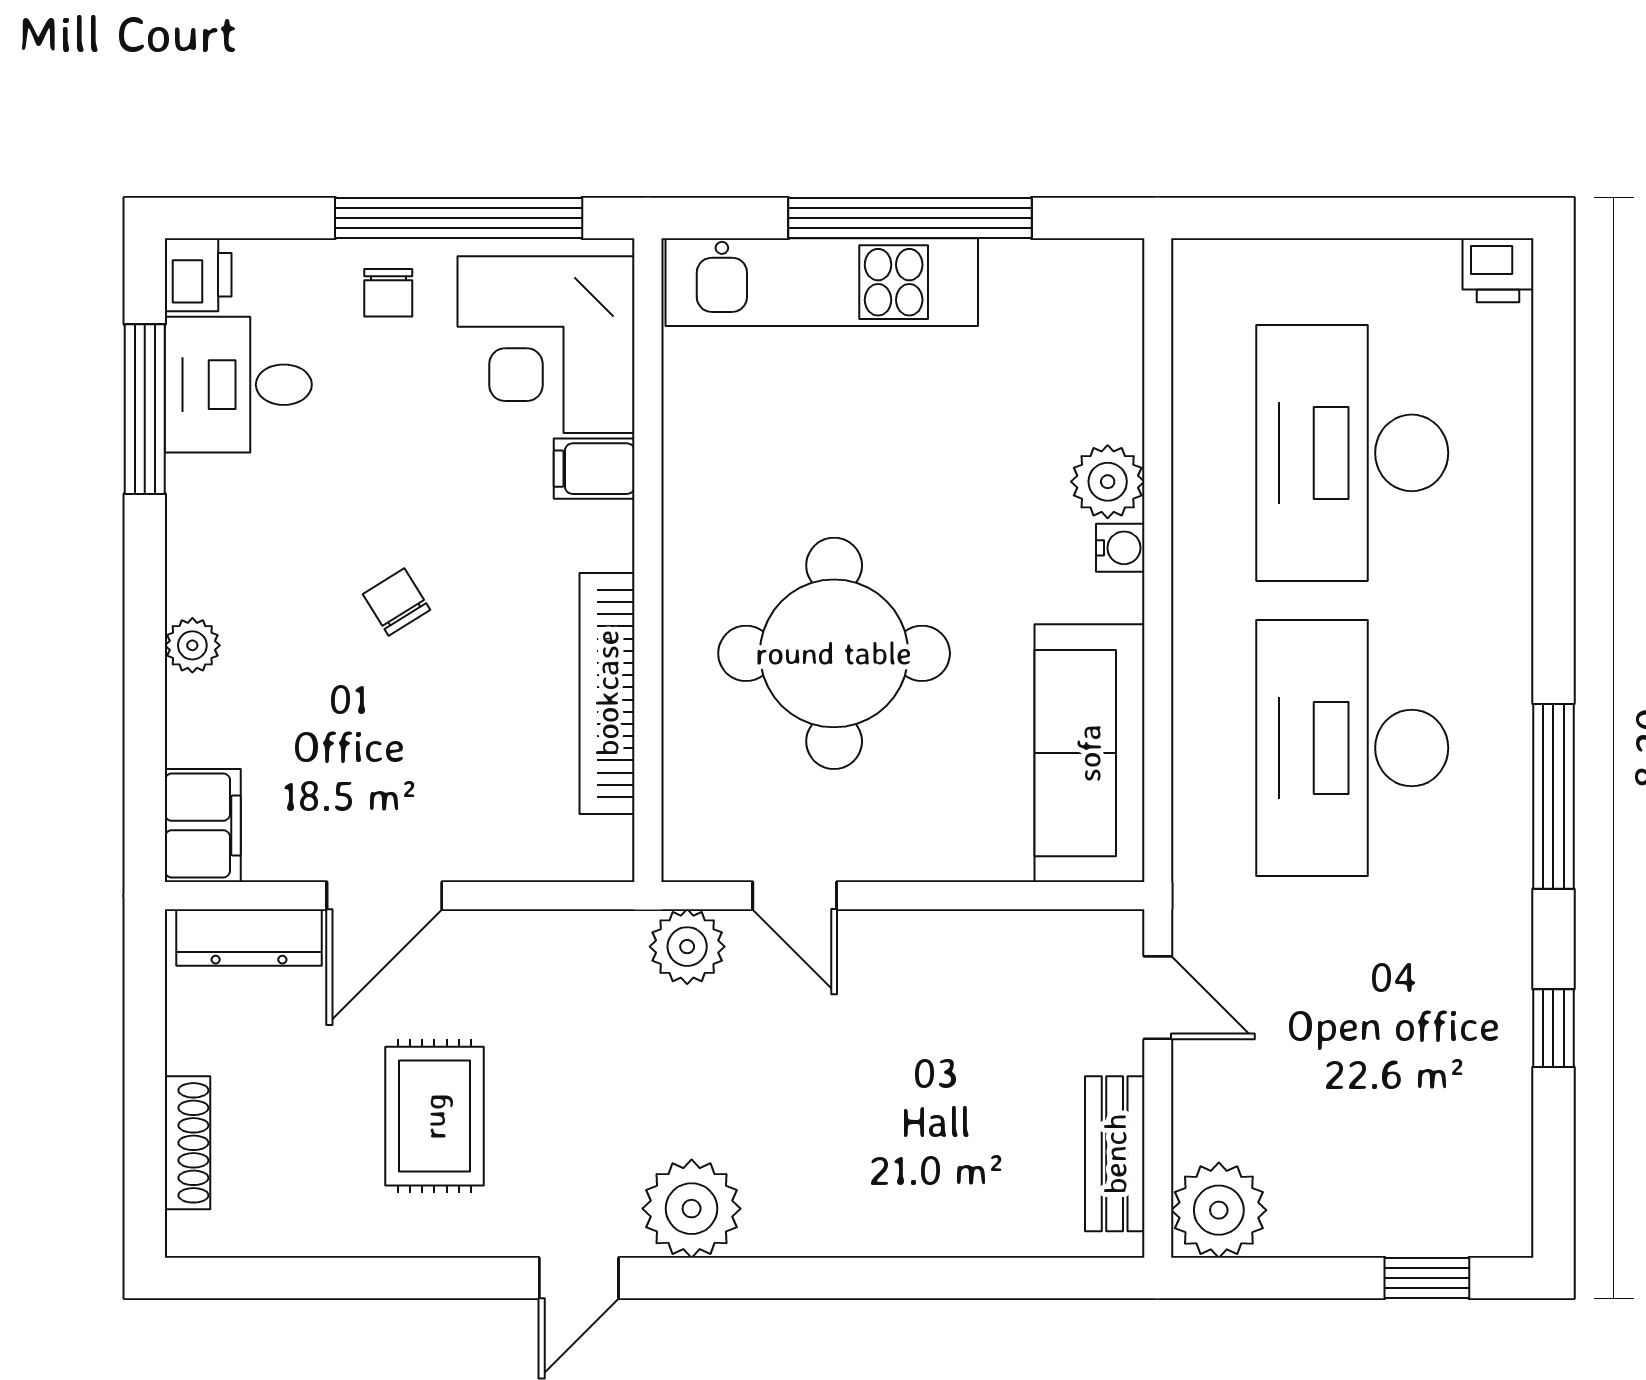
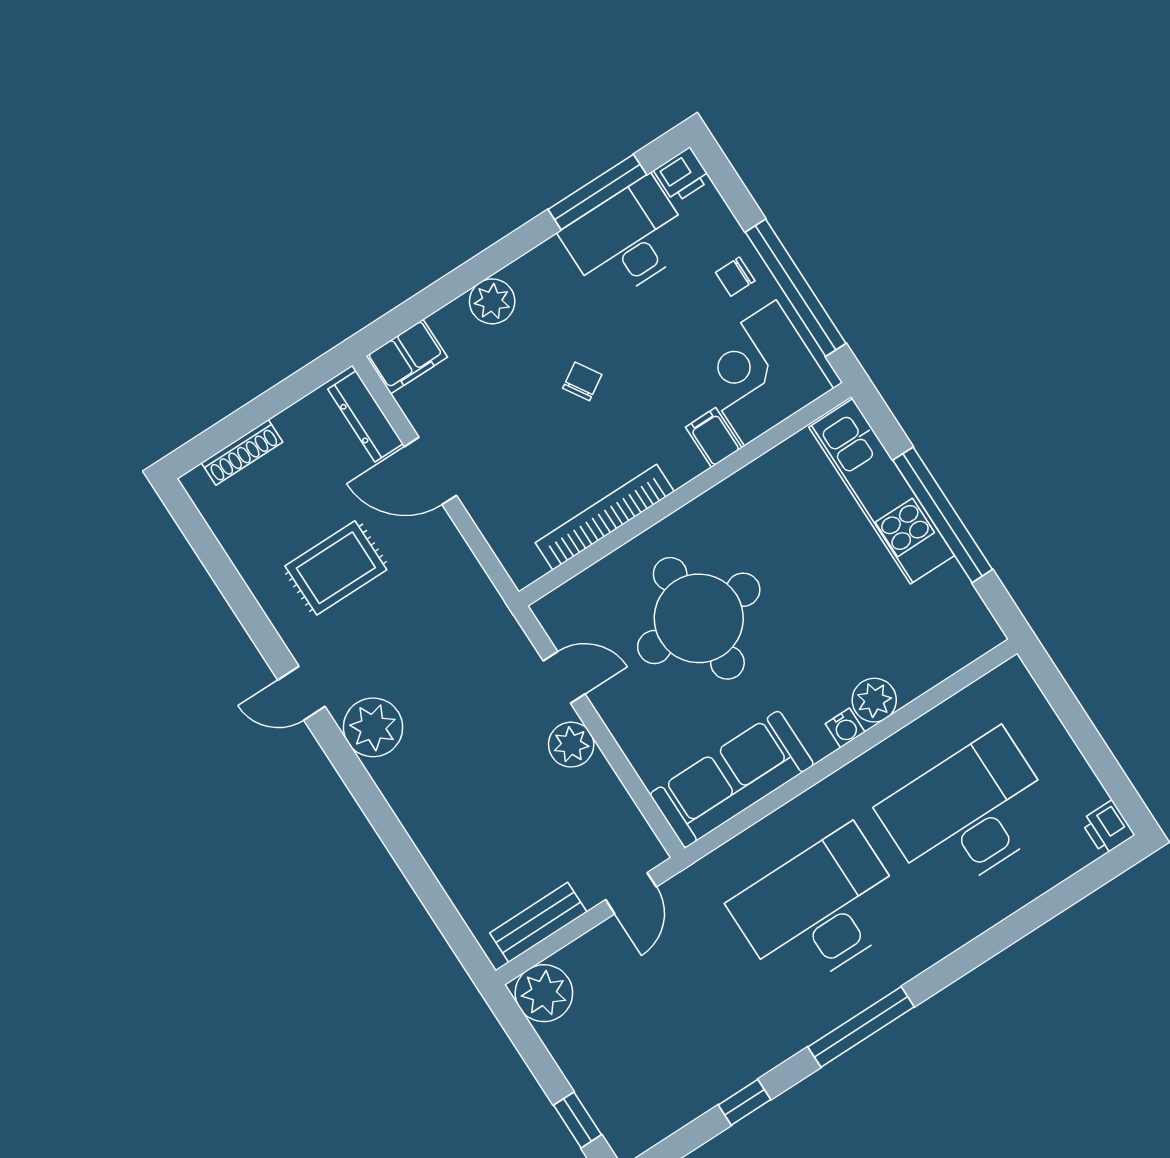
desk: (238, 385) -> (627, 239), width x1.37
plant: (192, 645) -> (492, 301), width x1.38, depth x1.38
door: (795, 896) -> (564, 677), swing flipped
plant: (687, 947) -> (571, 745), moved

